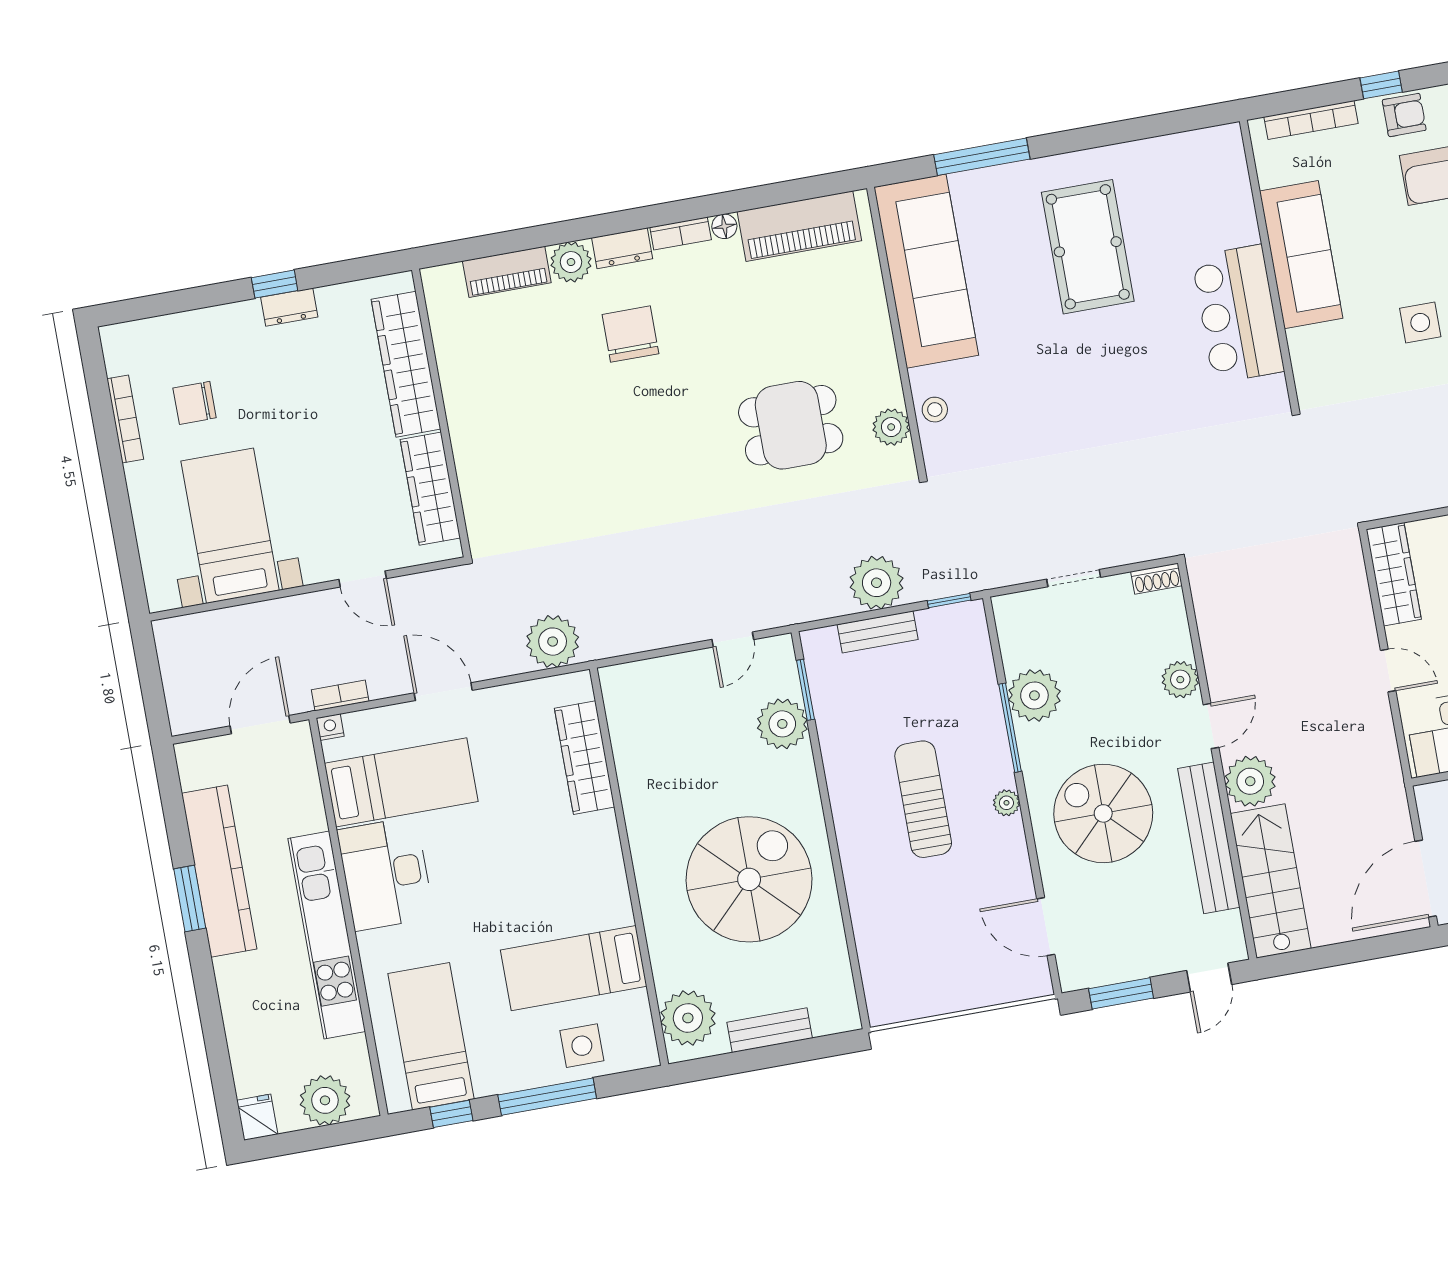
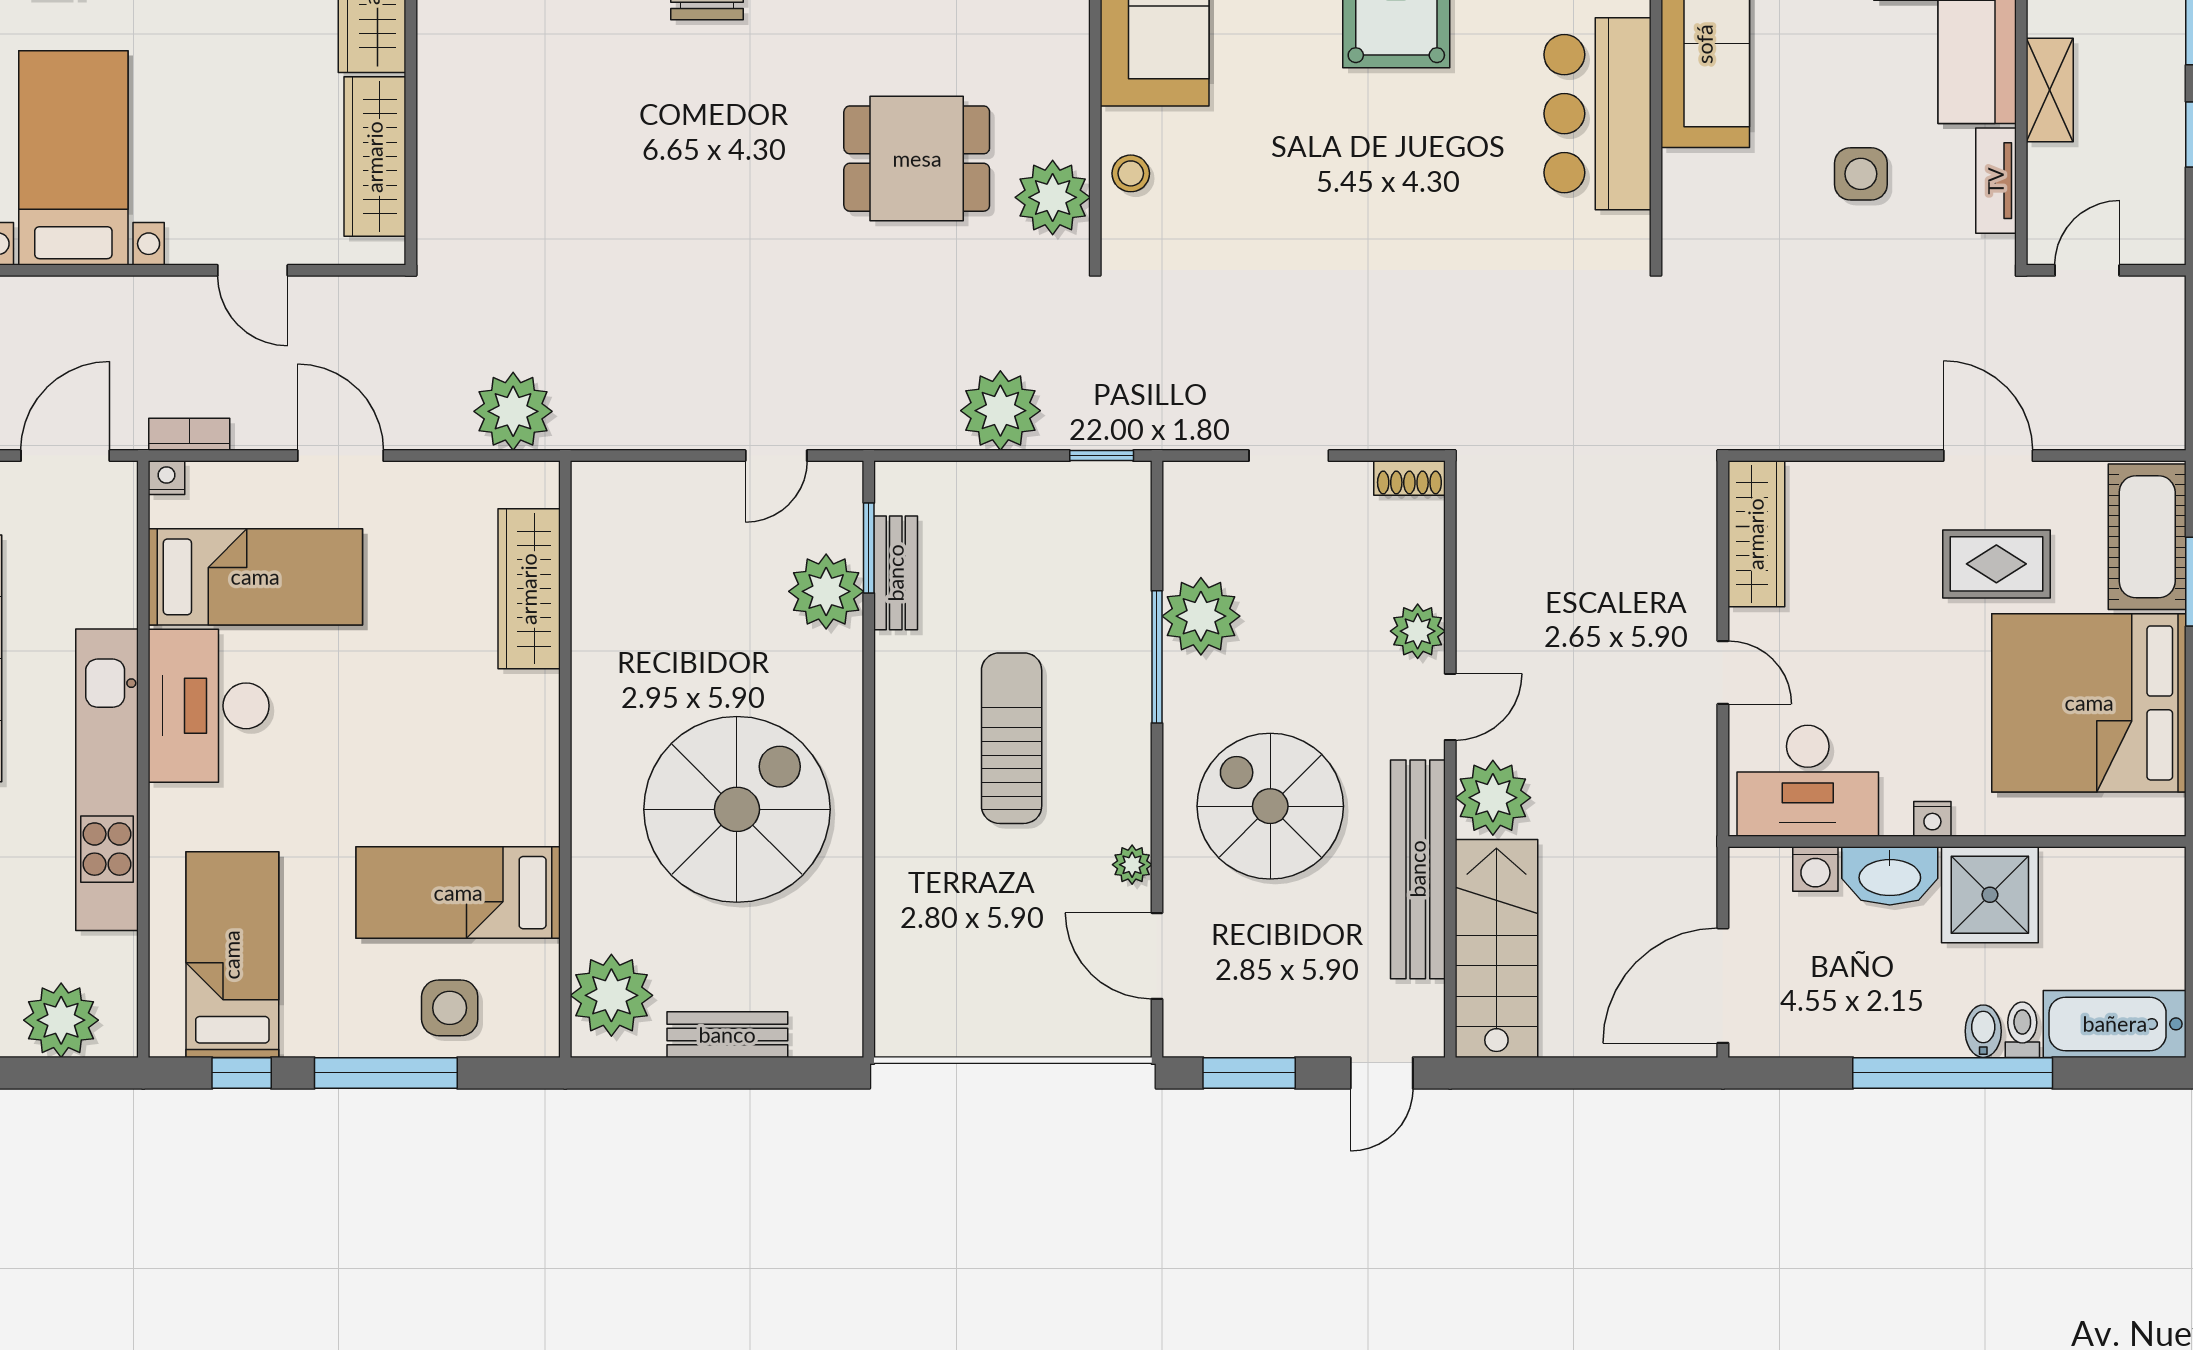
plant: (891, 427) -> (1053, 197), width x1.36, depth x1.36
bench: (878, 632) -> (896, 573), moved, turned 90
plant: (1006, 803) -> (1132, 865), moved

